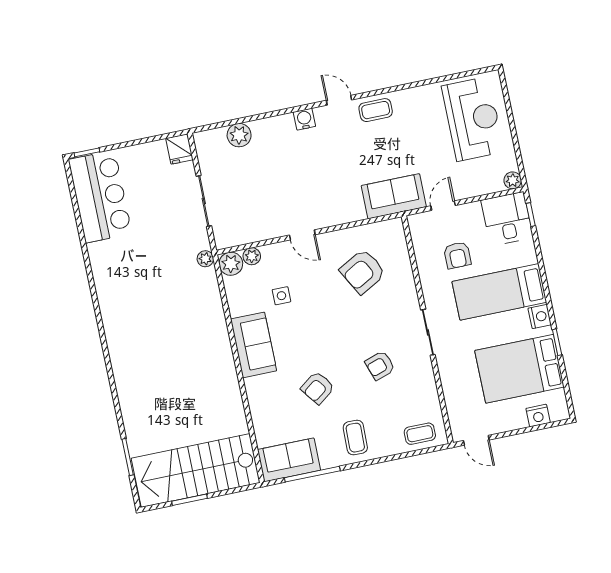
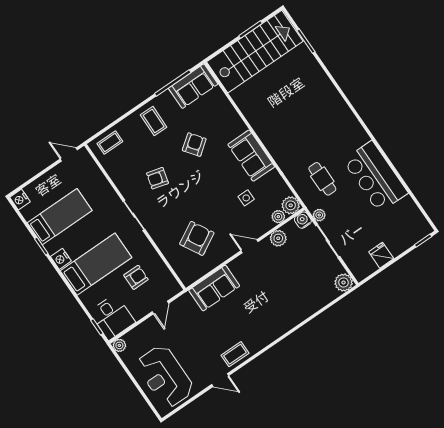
door: (339, 100) -> (220, 380), moved
water cooler: (304, 119) -> (303, 220), moved, turned 180
plant: (239, 135) -> (344, 283), moved
fridge: (179, 149) -> (381, 255), moved
sofa: (394, 196) -> (214, 288), moved
bar counter: (100, 197) -> (375, 177), moved
plant: (263, 230) -> (278, 238), added
armchair: (457, 255) -> (136, 277), turned 90
plant: (205, 259) -> (319, 215), moved
cafe table: (178, 280) -> (322, 179), added
armchair: (380, 365) -> (157, 178), turned -146
bed: (520, 369) -> (60, 217), width x0.67
nightstand: (538, 416) -> (20, 199), moved, turned -90

